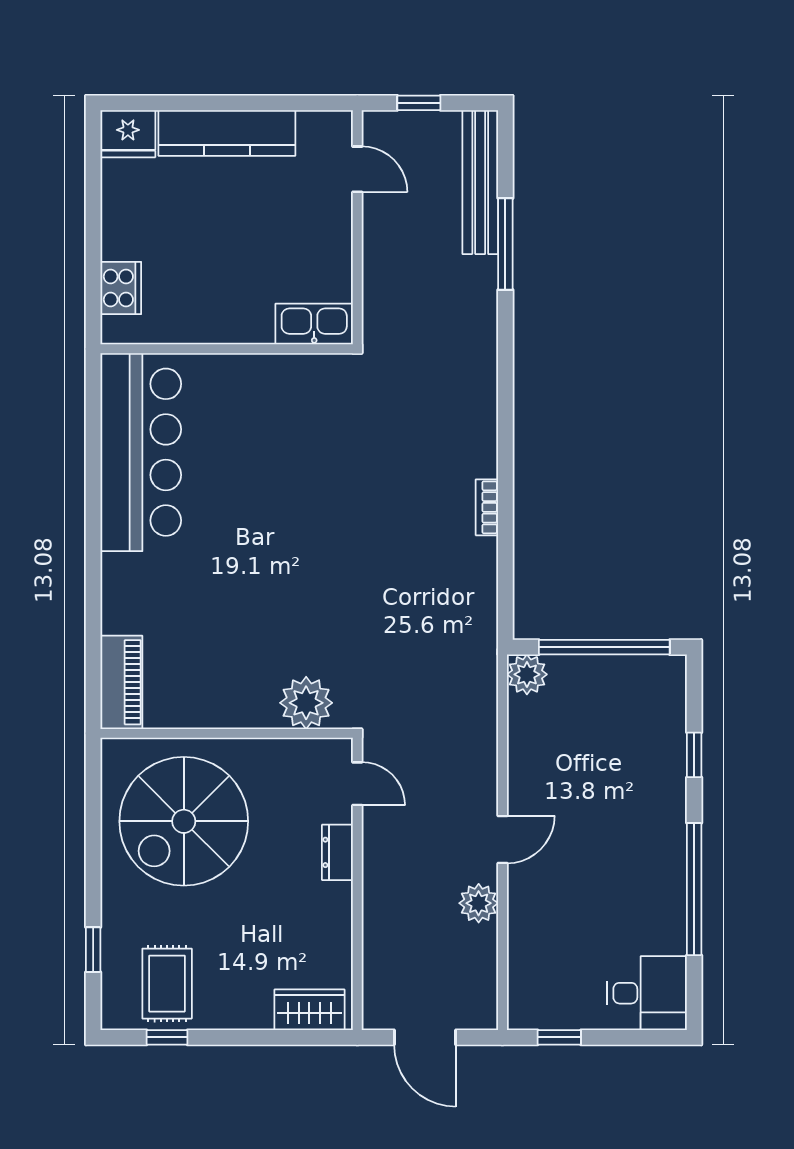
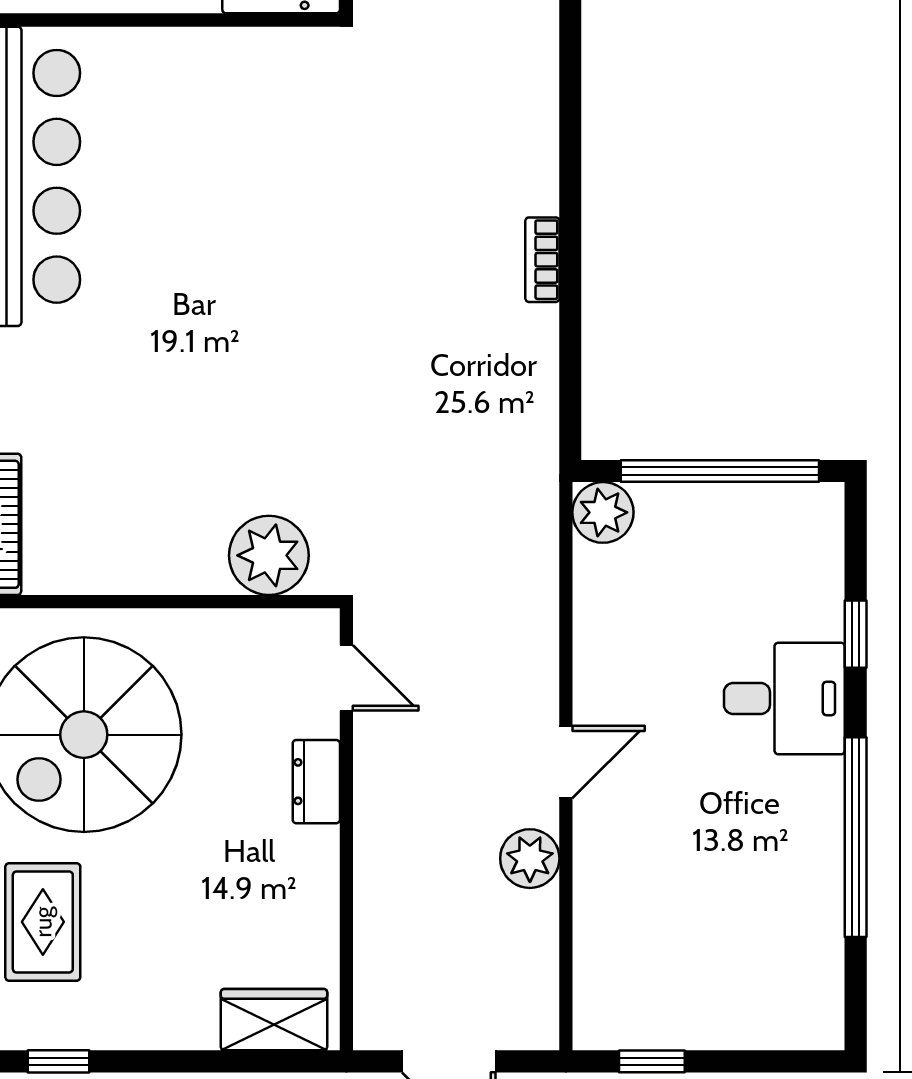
rug: (167, 984) -> (43, 922), moved
desk: (647, 993) -> (784, 699), moved

